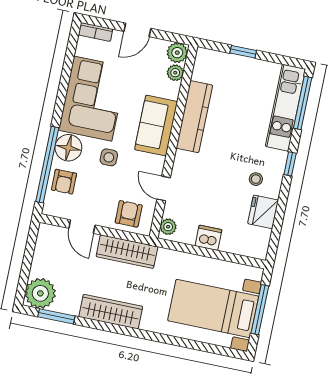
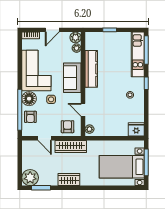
fridge: (263, 212) -> (136, 129), moved, turned 90
dishwasher: (208, 238) -> (112, 131), removed
wardrobe: (111, 312) -> (69, 180), width x0.67

